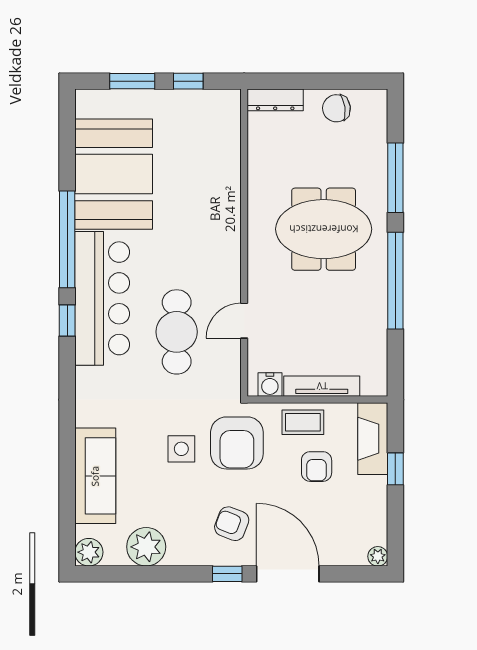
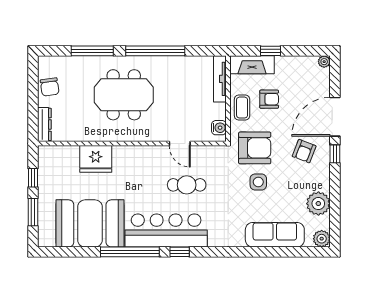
fridge: (219, 183) -> (96, 159), added
meeting table: (324, 229) -> (124, 95), turned 90
cafe table: (177, 332) -> (187, 185), width x0.73, depth x0.74
tv unit: (322, 386) -> (220, 79), moved

